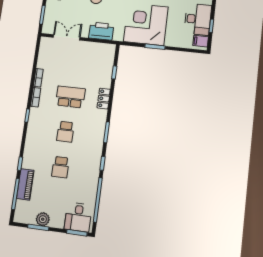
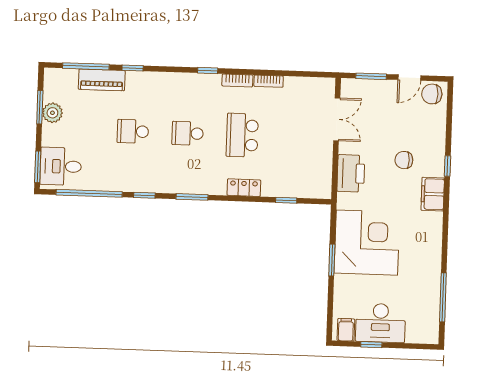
school desk: (70, 97) -> (242, 135), turned 180

